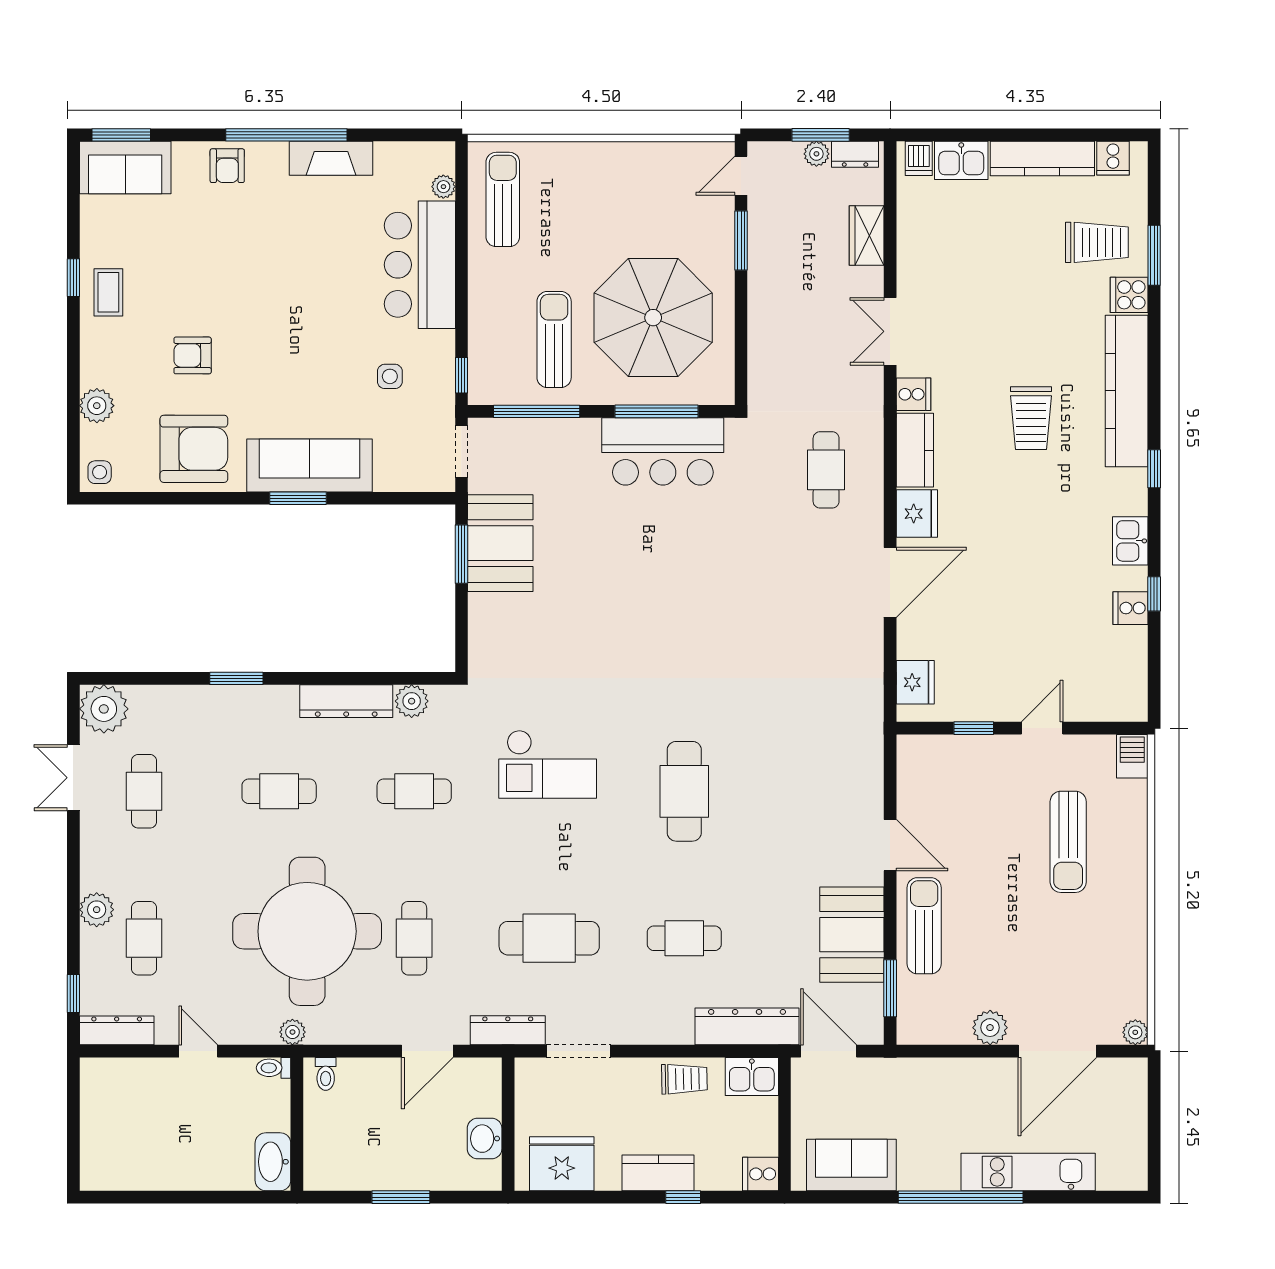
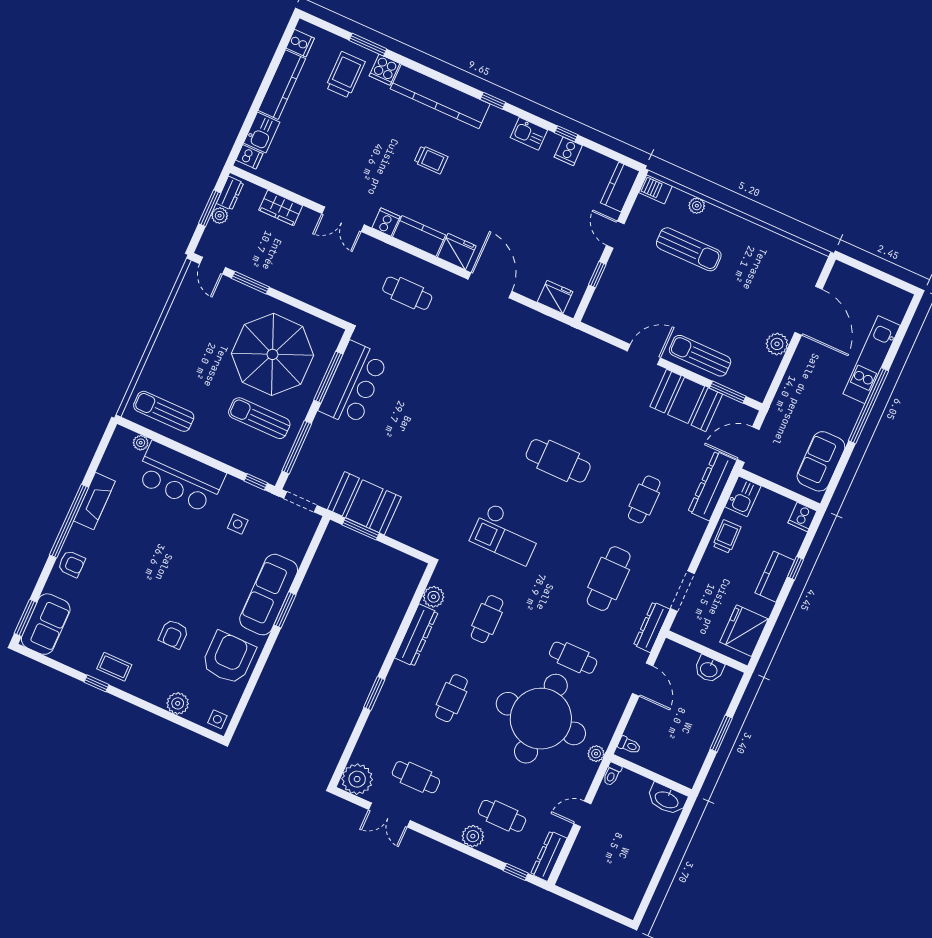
trolley: (1031, 418) -> (431, 160), width x0.73, depth x0.72
kitchen counter: (1113, 704) -> (620, 187), added
checkout: (548, 764) -> (506, 534), turned 90
plant: (1135, 1032) -> (697, 206), moved

